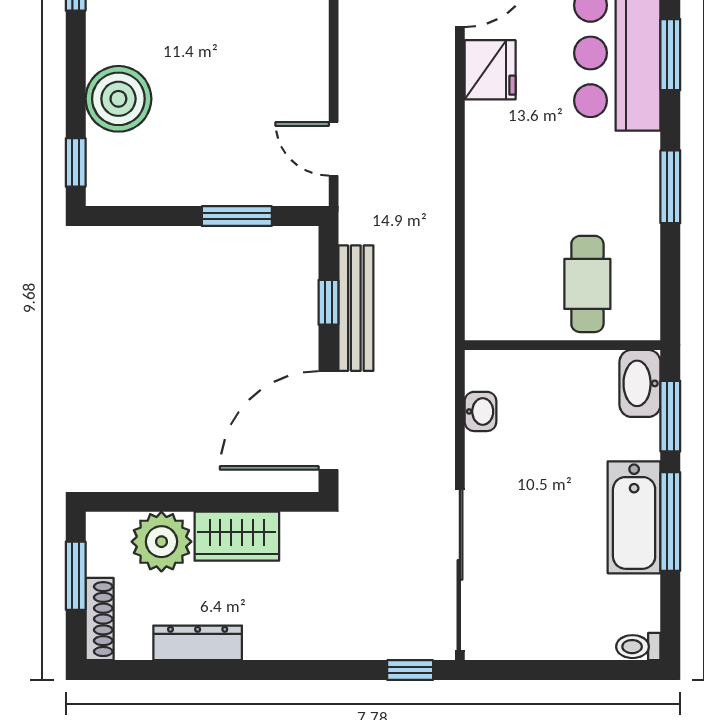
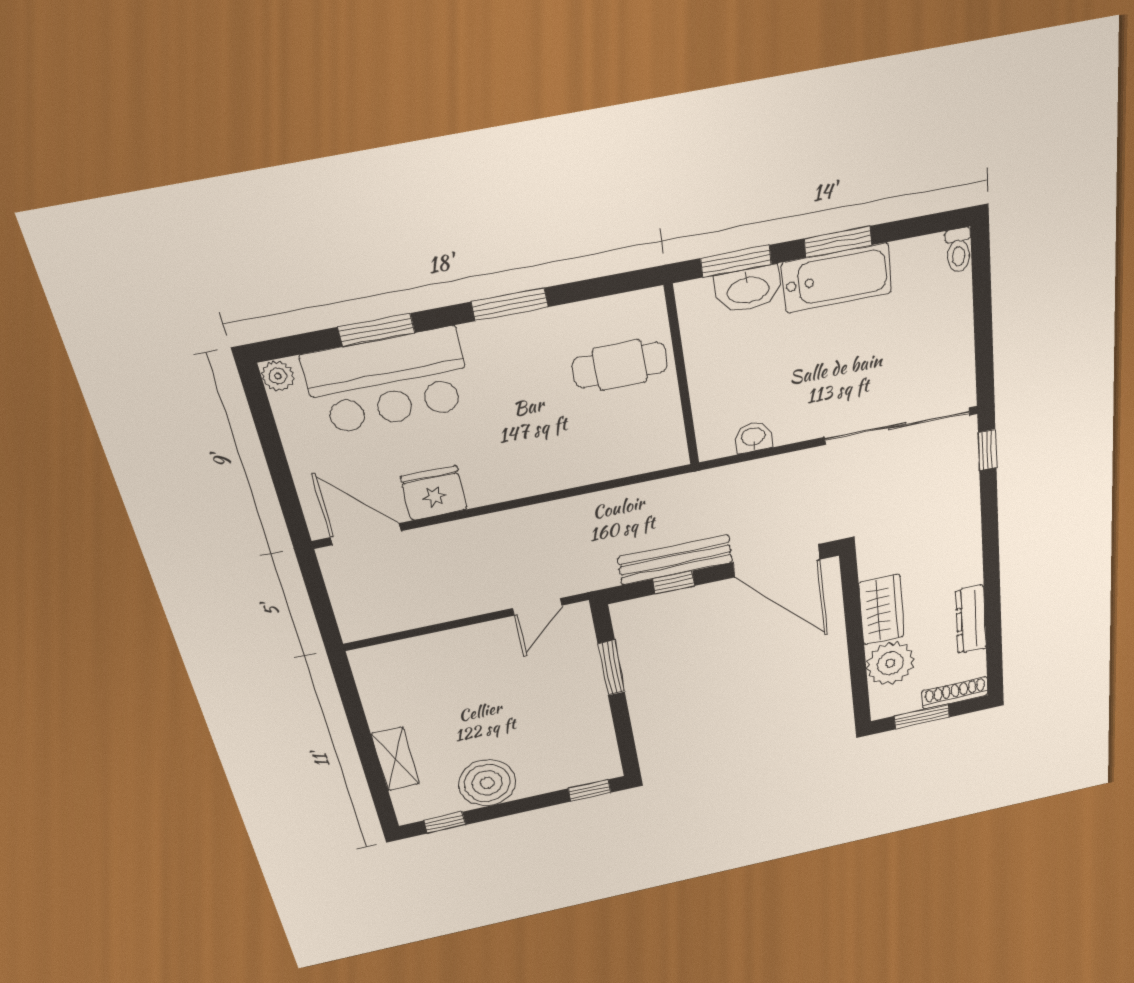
boiler: (118, 99) -> (487, 783), moved
washbasin: (640, 383) -> (748, 289), moved
window: (670, 522) -> (838, 242), width x0.69

